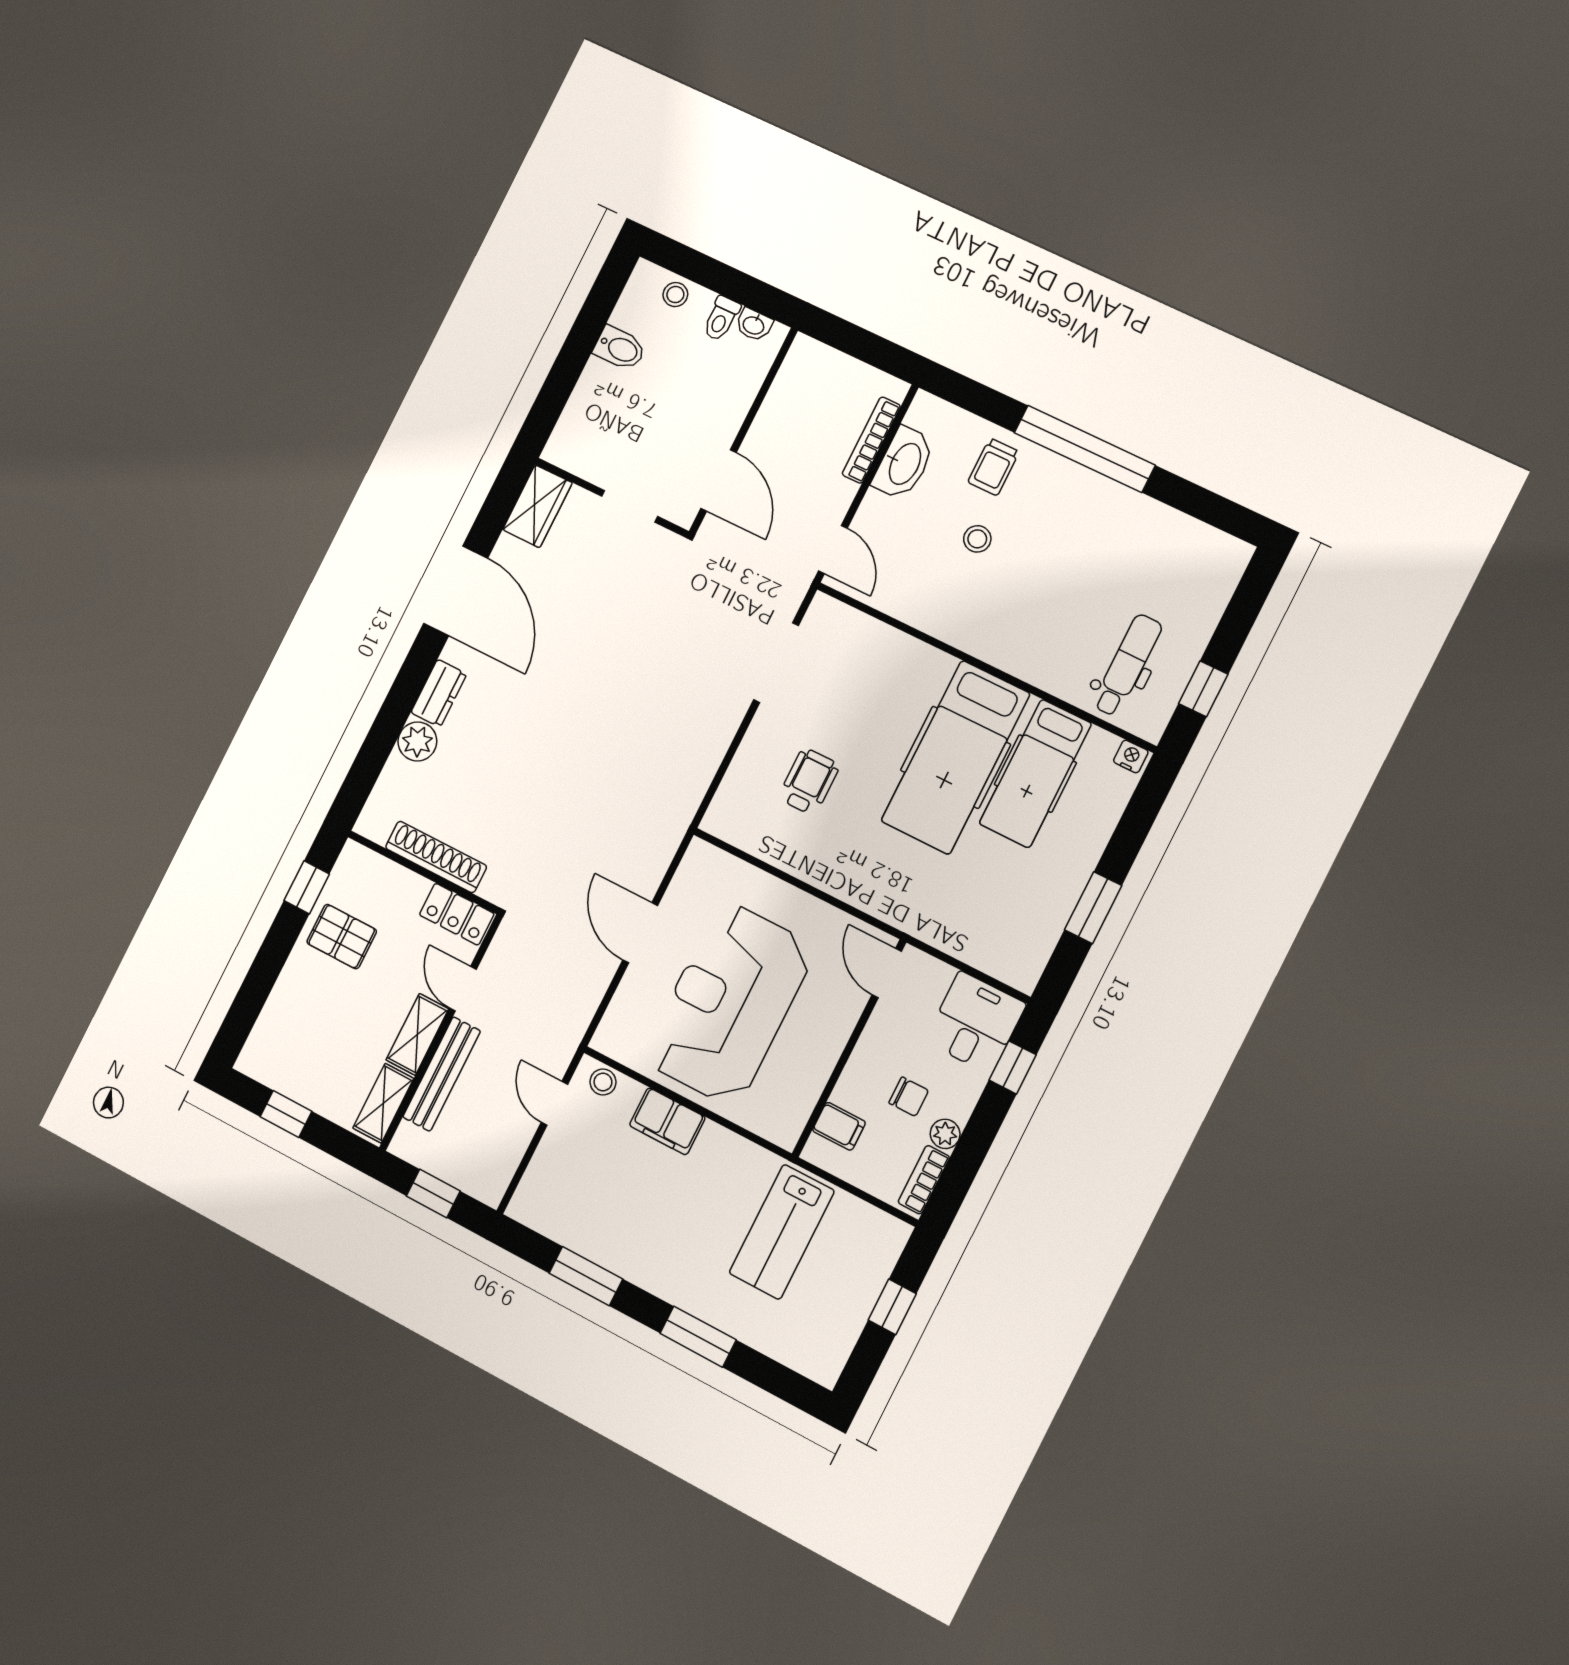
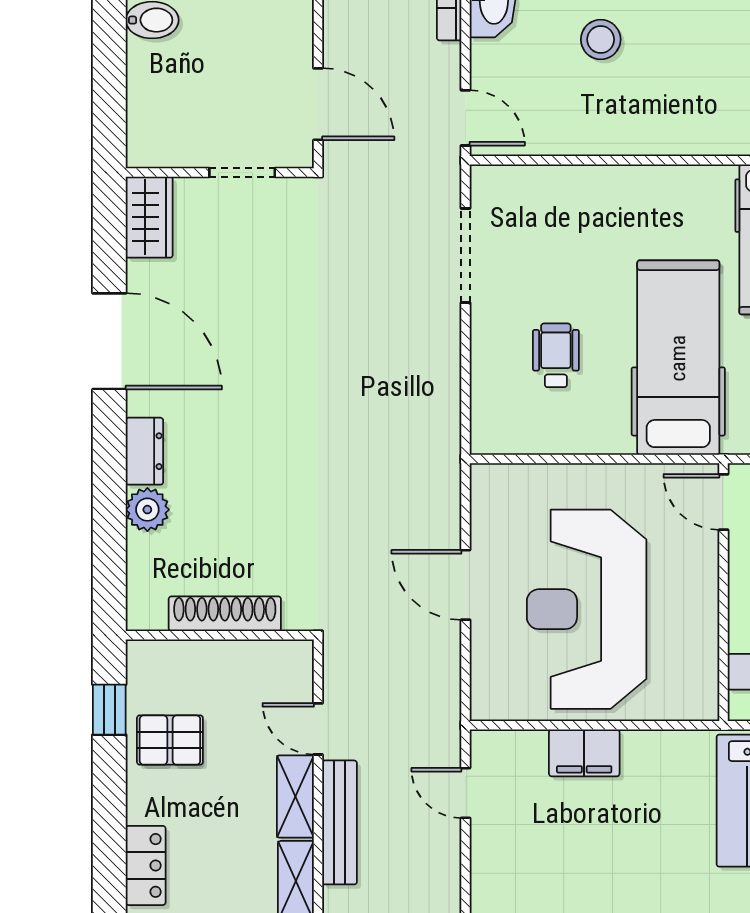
stool: (977, 539) -> (601, 39), width x1.37, depth x1.37
hospital bed: (956, 757) -> (678, 358), moved, turned 180
locker: (457, 914) -> (146, 865), moved, turned -90
stool: (603, 1082) -> (502, 748), removed

